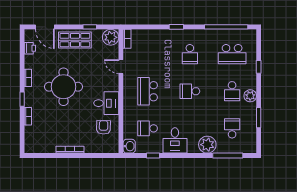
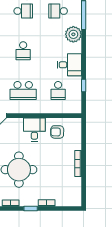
washbasin: (129, 146) -> (75, 108), removed

